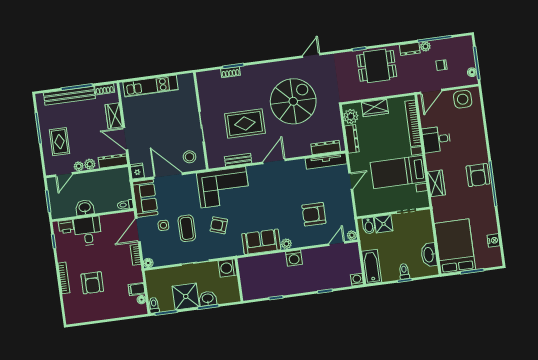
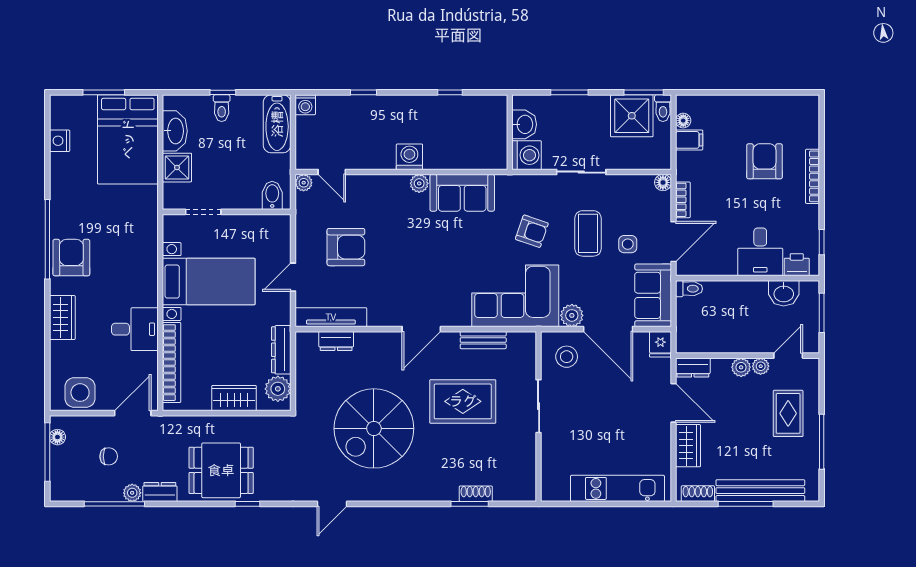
dresser: (326, 147) -> (336, 341), width x0.70
dresser: (113, 161) -> (693, 367), width x0.70
plant: (190, 181) -> (572, 315), added
wardrobe: (436, 183) -> (62, 317), moved, turned 180
washbasin: (85, 208) -> (784, 293), moved
armchair: (314, 214) -> (346, 247), moved
shower: (384, 224) -> (177, 168), moved
door: (337, 244) -> (332, 172), hinge flipped
shower: (186, 296) -> (632, 116), moved
washbasin: (208, 299) -> (524, 124), moved, turned -90

